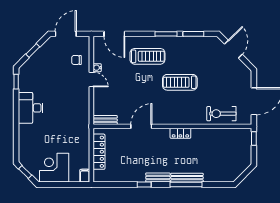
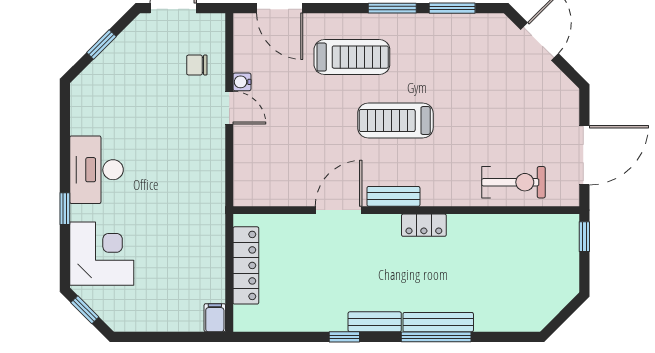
window: (16, 82) -> (65, 209), moved
treadmill: (180, 82) -> (395, 121), moved
exercise bike: (221, 114) -> (513, 182), turned 180
bench: (105, 120) -> (393, 196), moved
corner desk: (54, 168) -> (102, 254), moved, turned 90

